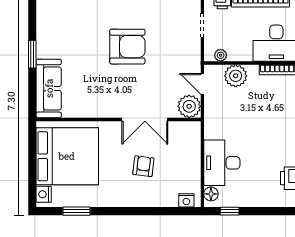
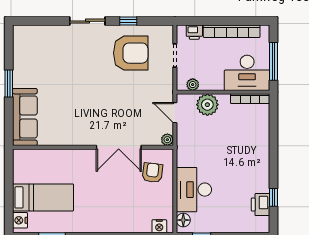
armchair: (127, 47) -> (131, 53), moved
plant: (189, 106) -> (167, 140), width x0.53, depth x0.53
bed: (67, 156) -> (43, 197), width x0.49
armchair: (143, 166) -> (152, 173), moved

